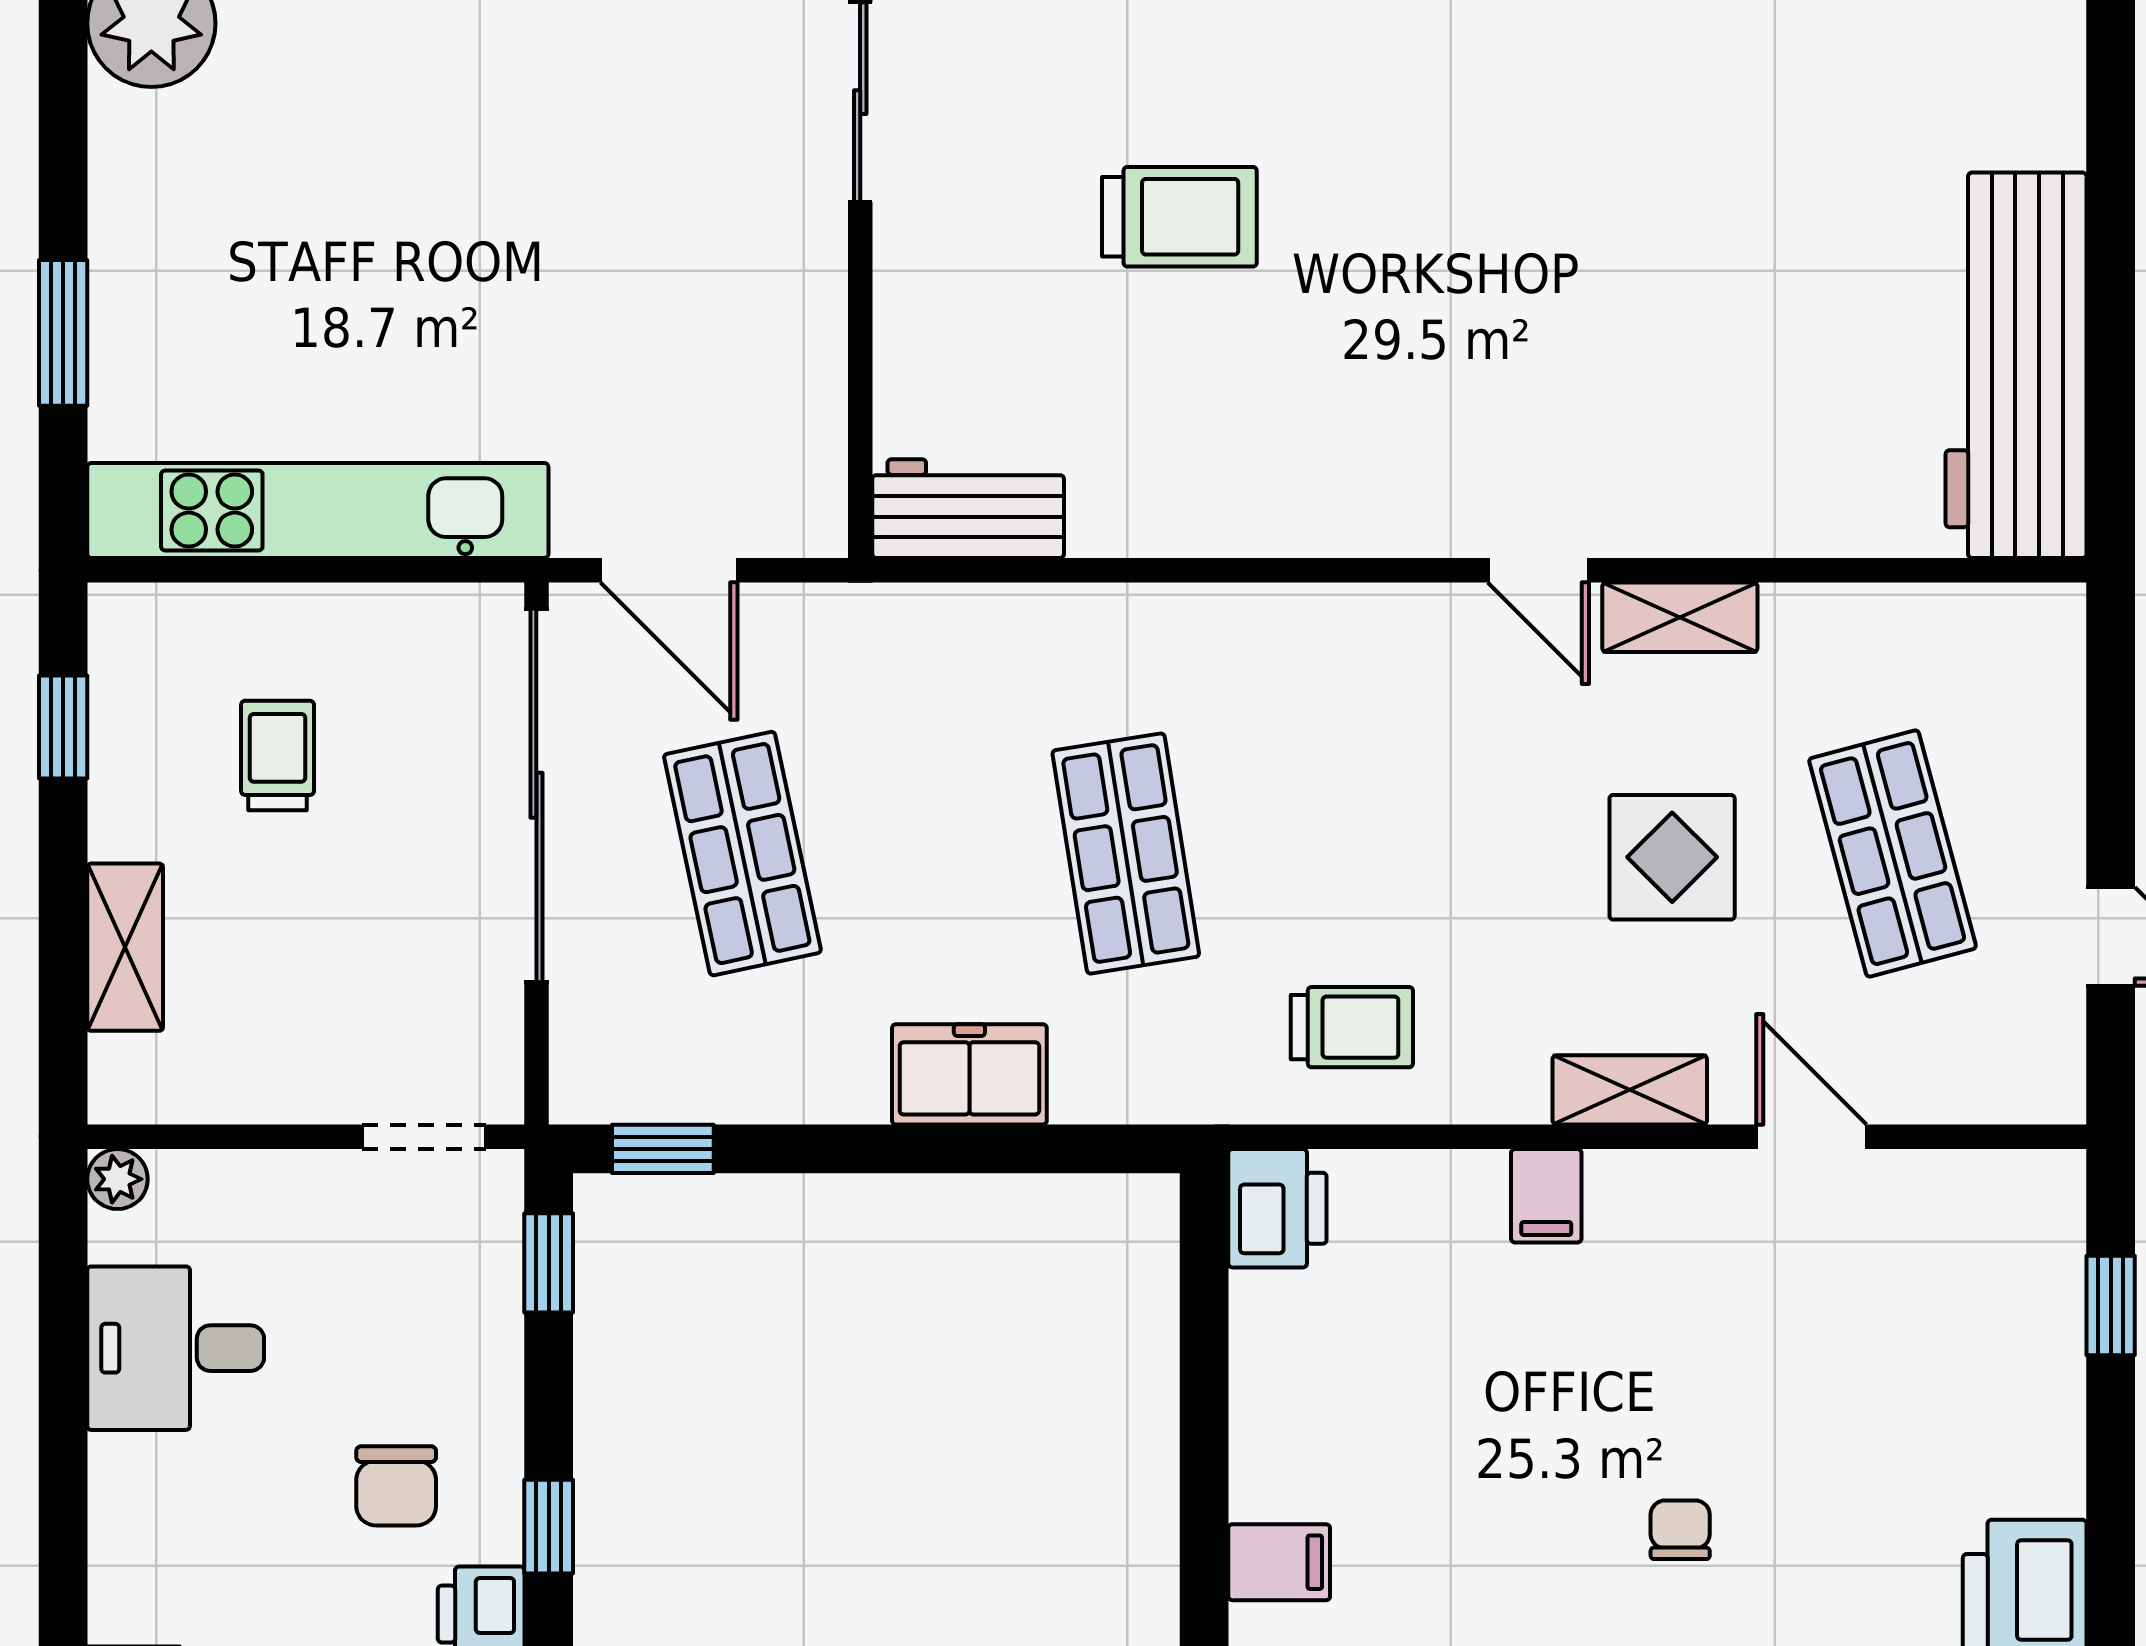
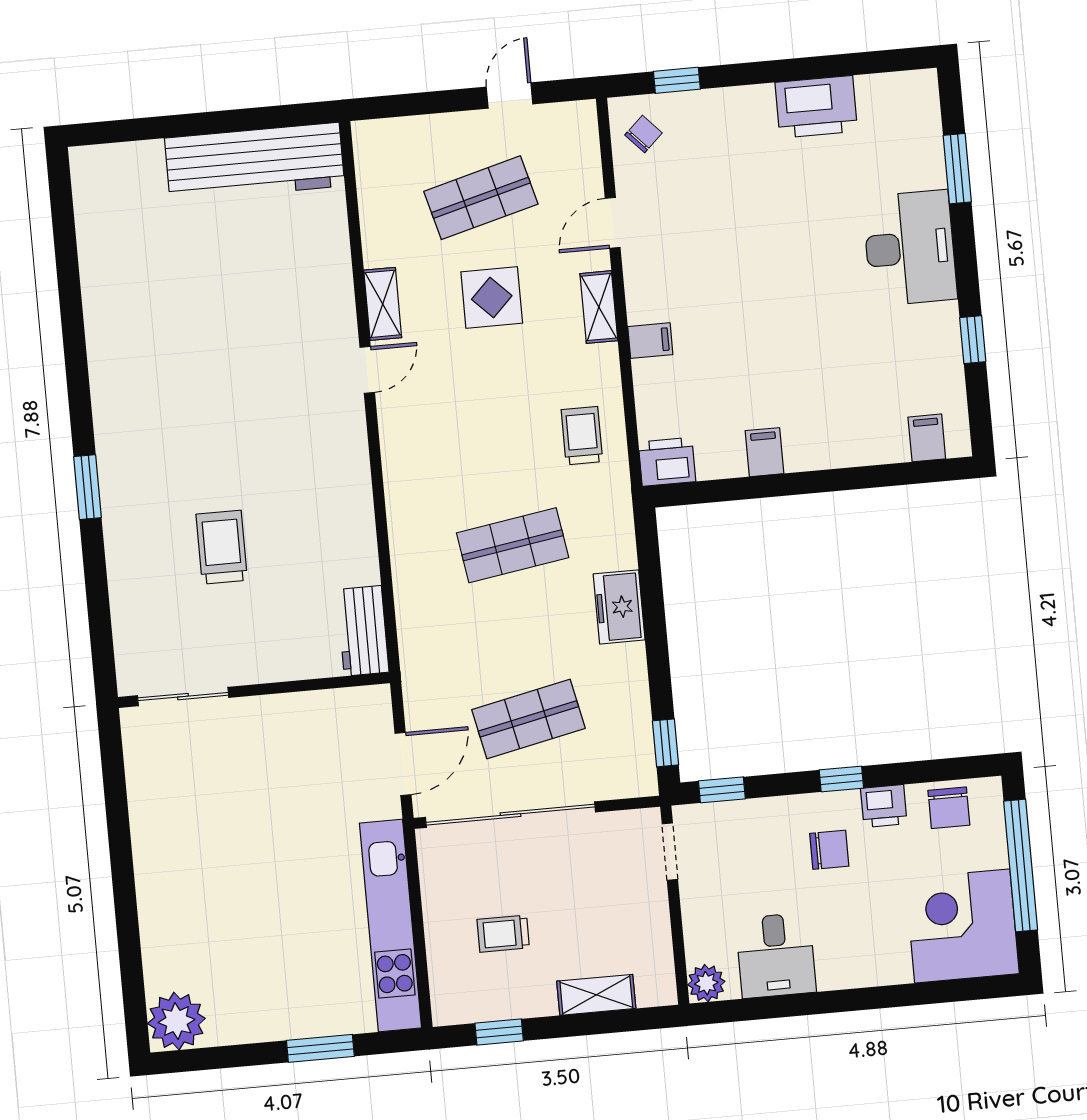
plant: (117, 1179) -> (706, 983), width x1.38, depth x1.38
chair: (1680, 1530) -> (644, 134), moved, turned 137
filing cabinet: (1279, 1562) -> (764, 452), moved

